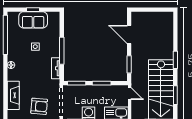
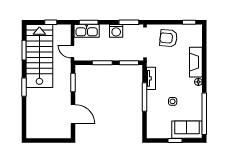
sofa: (33, 20) -> (187, 130), moved
fireplace: (13, 95) -> (196, 62), moved

